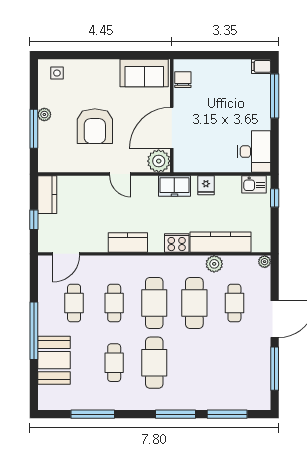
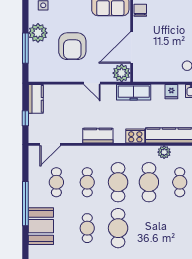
plant: (44, 115) -> (38, 33), width x1.87, depth x1.87
fridge: (206, 185) -> (171, 92), moved
freezer: (174, 186) -> (134, 92), width x1.40

